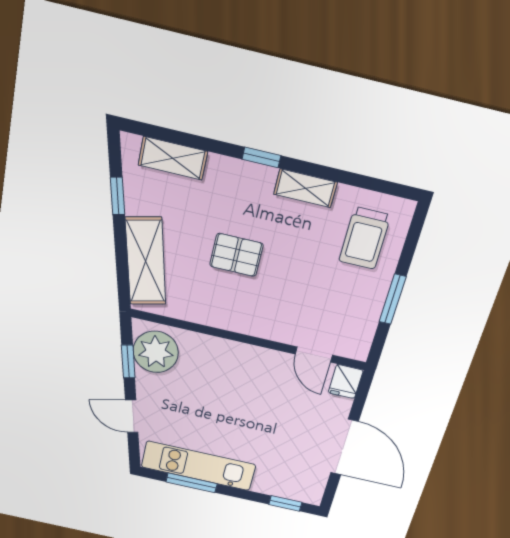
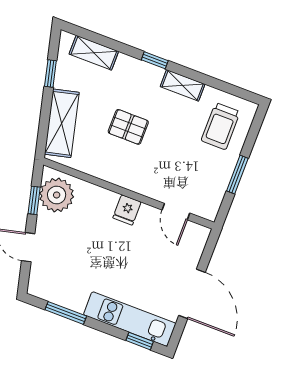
fridge: (346, 382) -> (127, 210), moved
kitchen unit: (198, 466) -> (130, 319), moved

